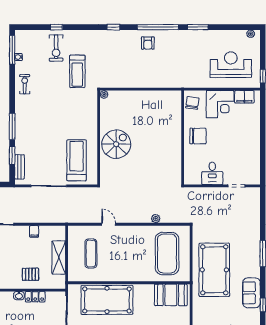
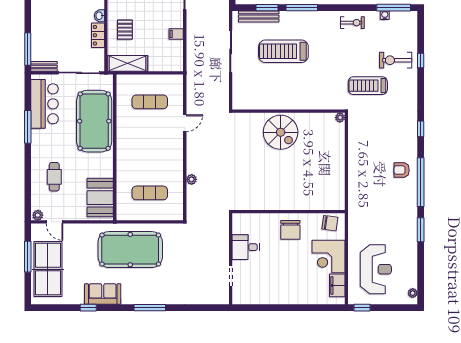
treadmill: (77, 160) -> (283, 51), moved, turned 180
bench: (20, 167) -> (259, 16), width x1.36
exercise mat: (167, 253) -> (150, 193), width x0.50, depth x0.69
shelving: (59, 257) -> (128, 63), moved

